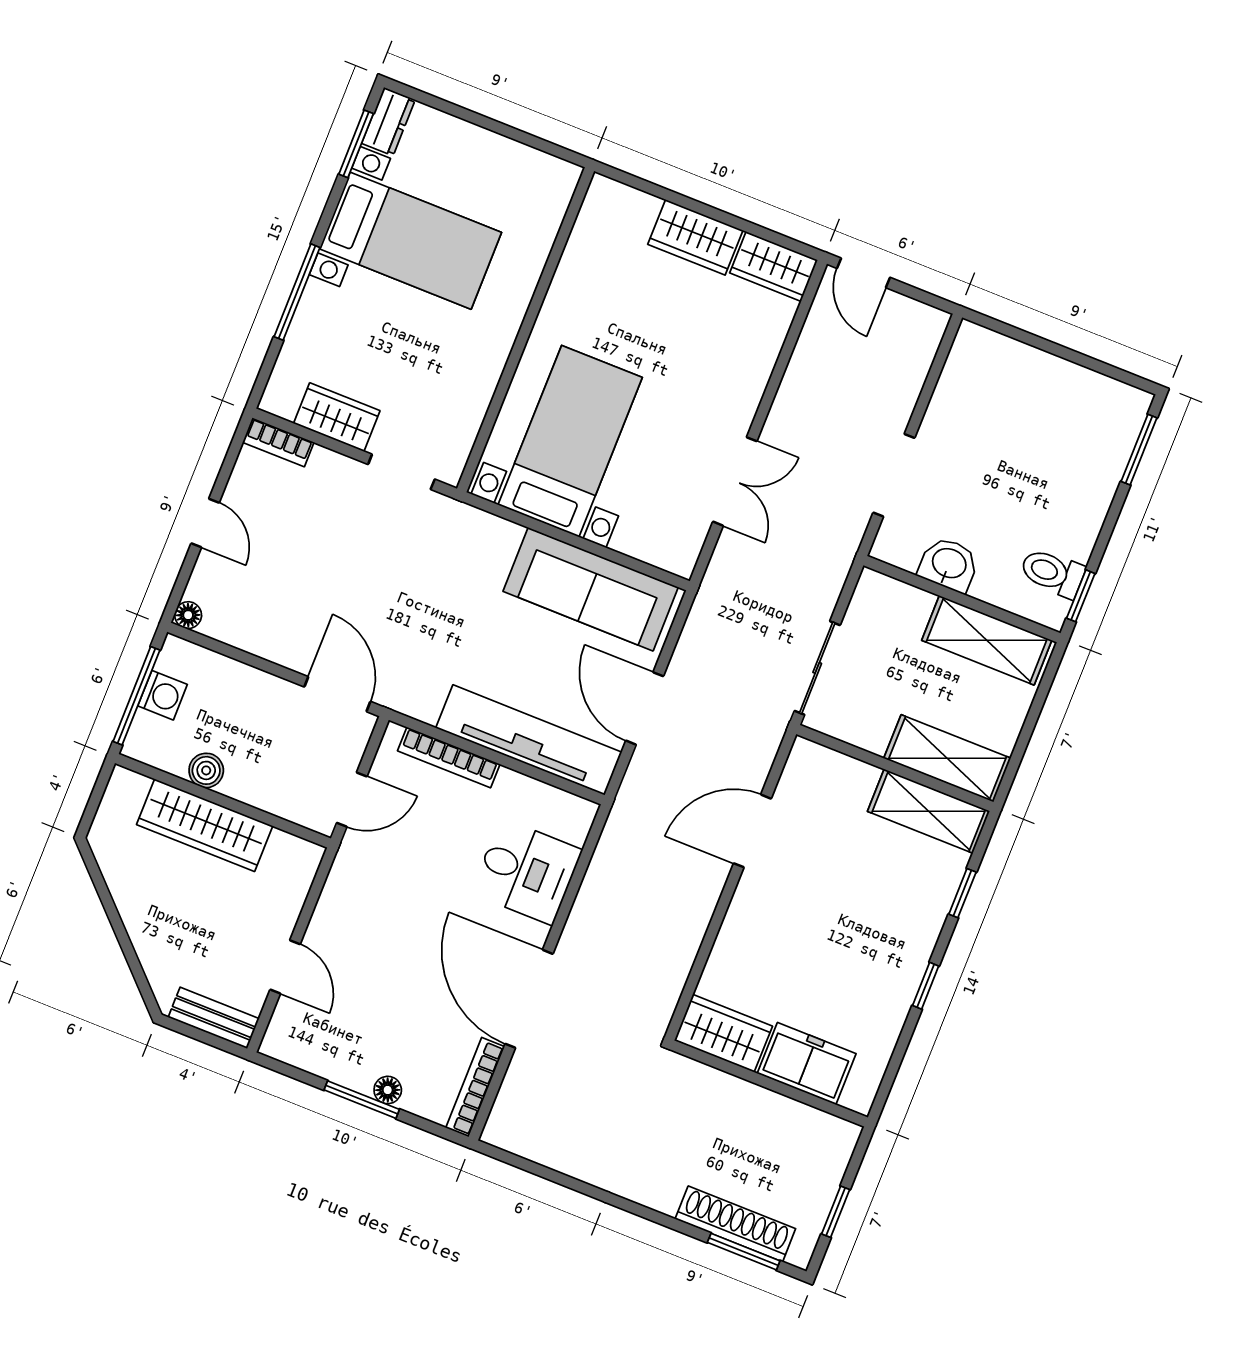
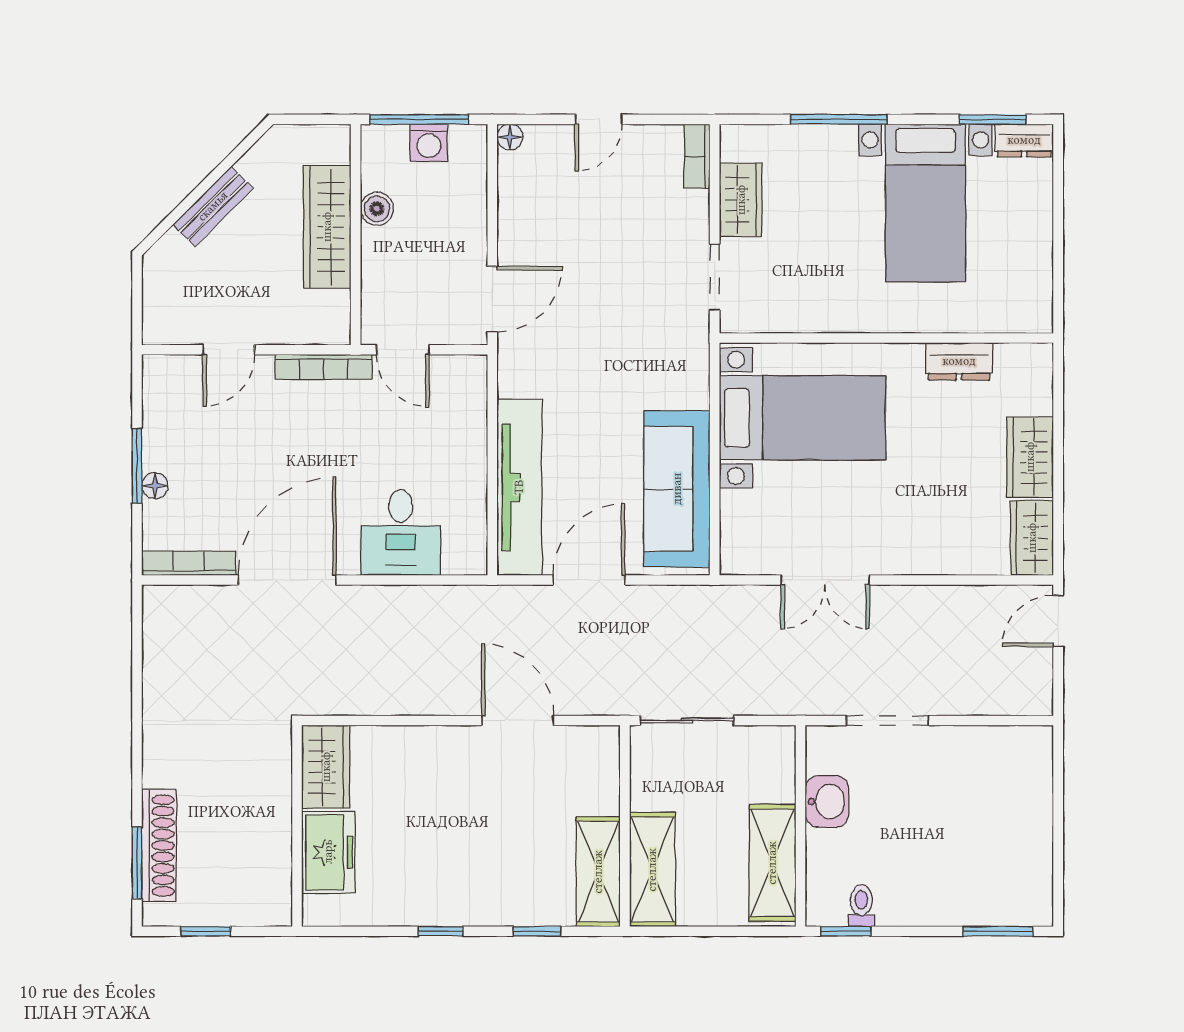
dresser: (576, 269) -> (959, 361), added
toilet: (1052, 573) -> (861, 906), width x0.73, depth x0.72
bookcase: (449, 757) -> (324, 367), moved, turned -90
bench: (214, 1018) -> (213, 206), moved, turned 45

